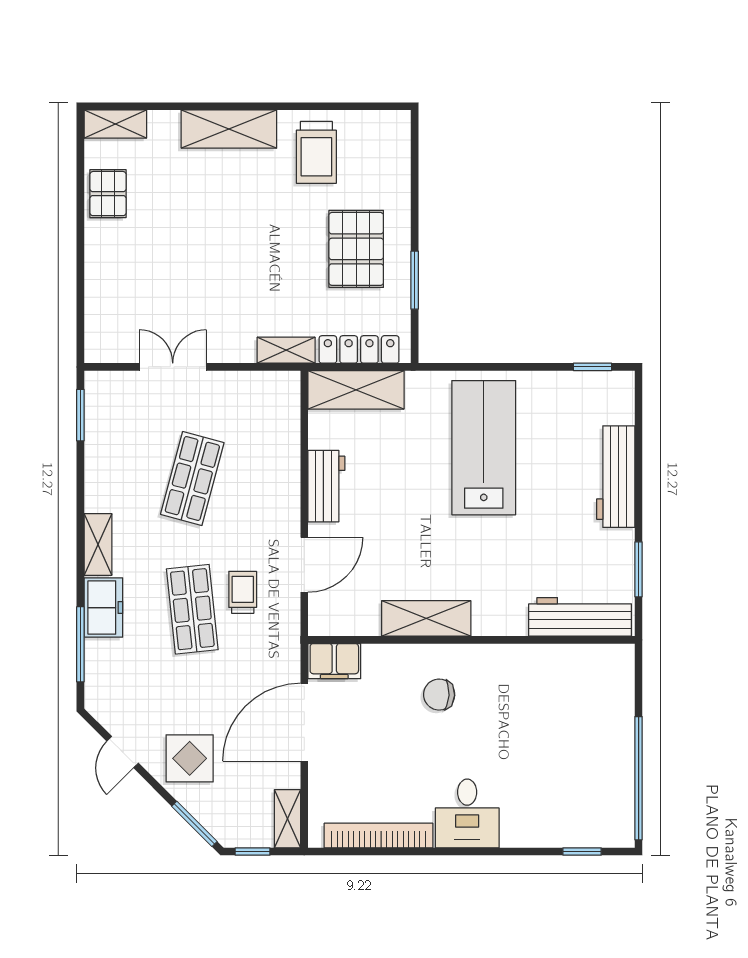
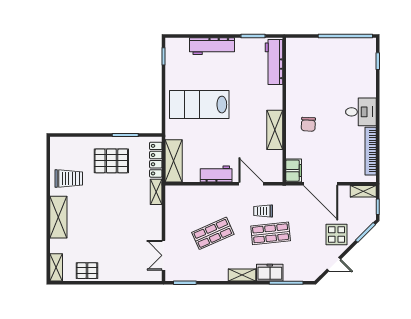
double door: (173, 367) -> (164, 255), moved
shop shelf: (192, 478) -> (213, 233), turned -39

